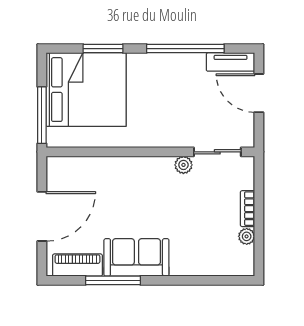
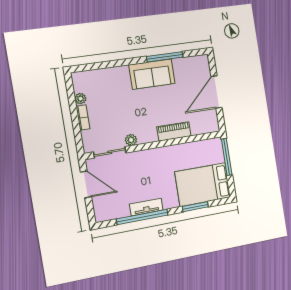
tv unit: (231, 62) -> (146, 207), moved
bed: (86, 90) -> (203, 185), width x0.73
door: (259, 93) -> (86, 184), moved
piano: (77, 265) -> (174, 131), moved, turned 180

